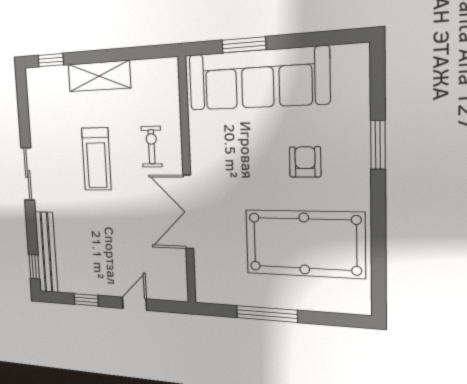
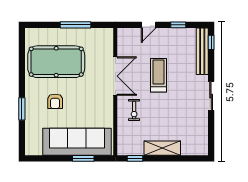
window: (51, 60) -> (135, 158), moved
treadmill: (96, 159) -> (158, 75), moved

